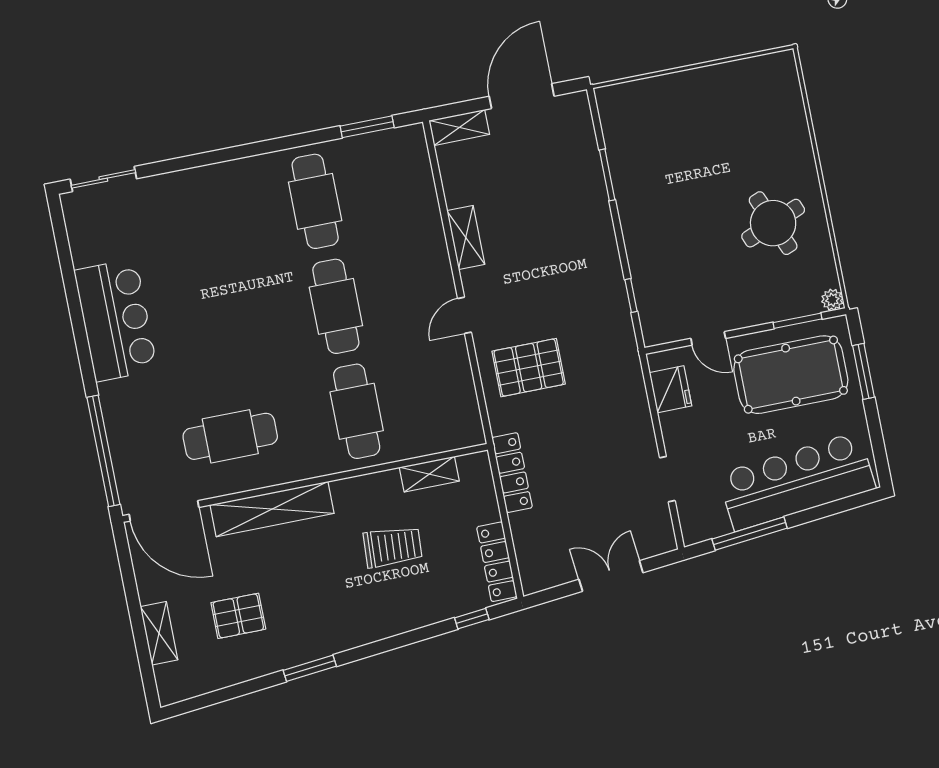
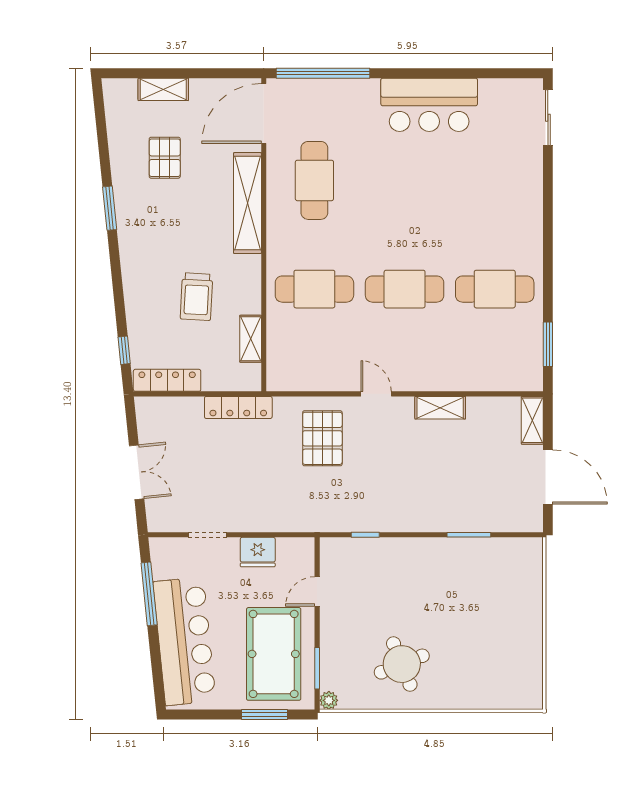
fridge: (671, 389) -> (258, 552), moved

